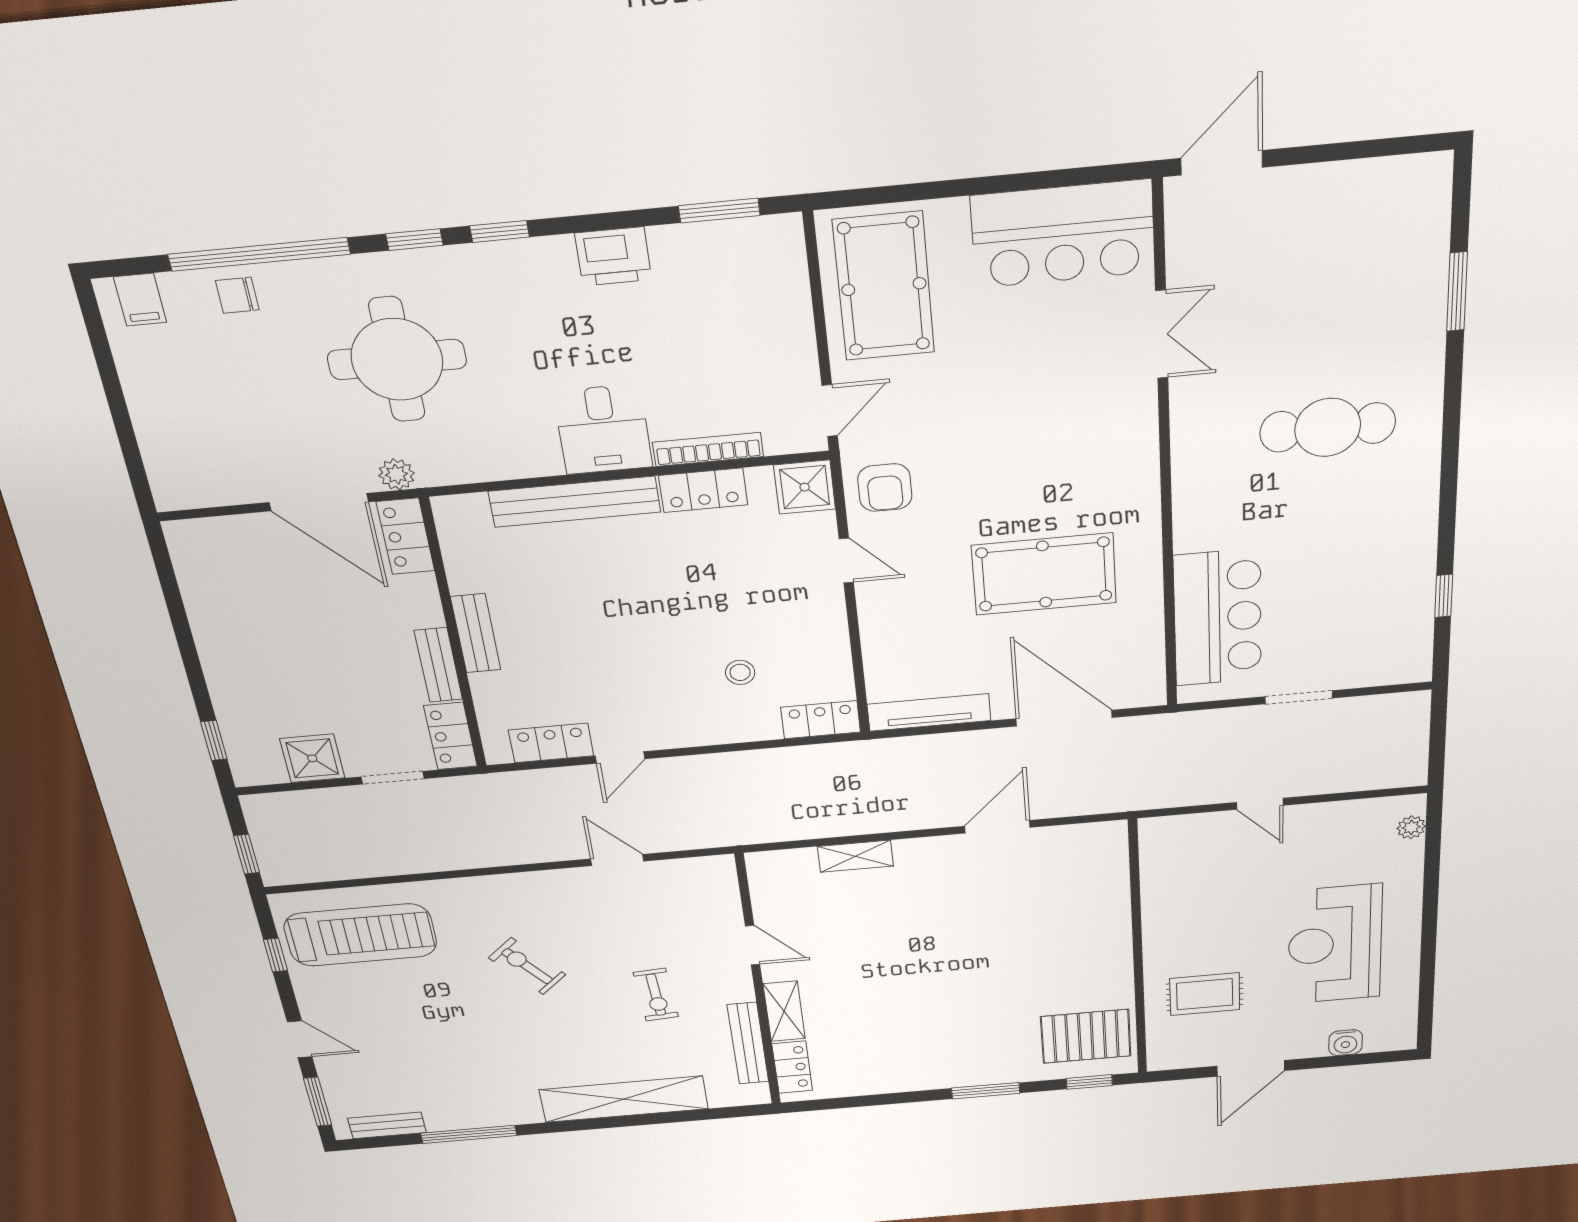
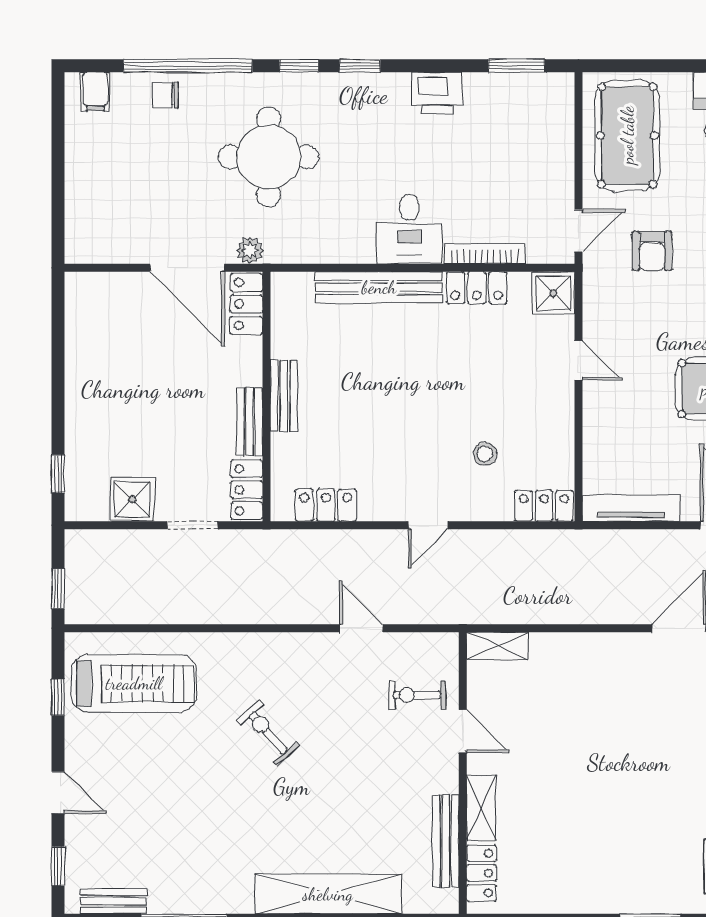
armchair: (885, 488) -> (652, 251), moved
door: (620, 758) -> (428, 525), moved
shelving: (855, 856) -> (497, 646), moved
exercise bike: (656, 995) -> (417, 695), moved, turned 94
window: (318, 1102) -> (58, 866), width x0.67

